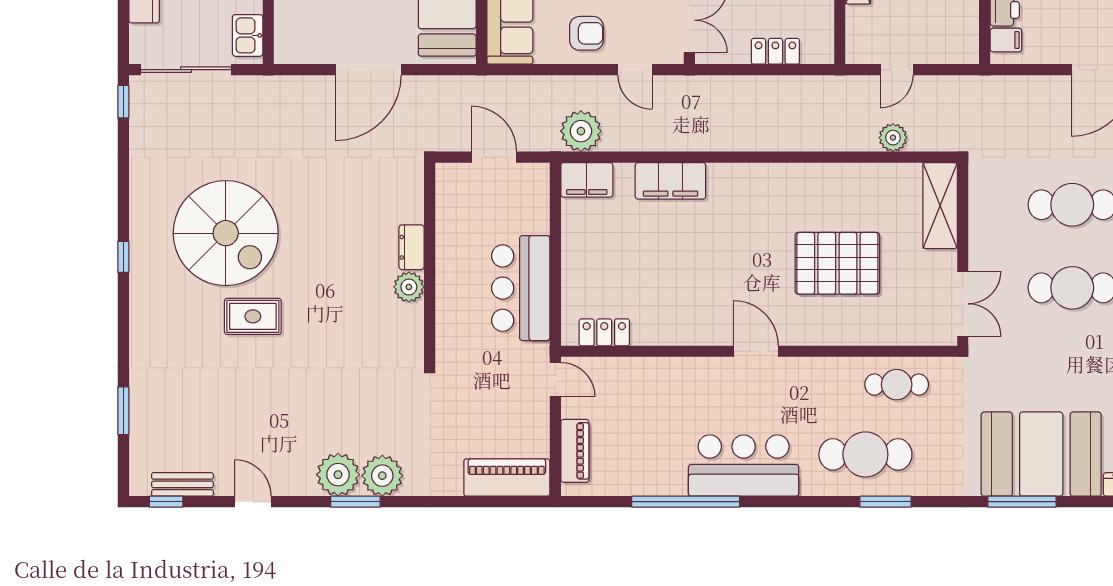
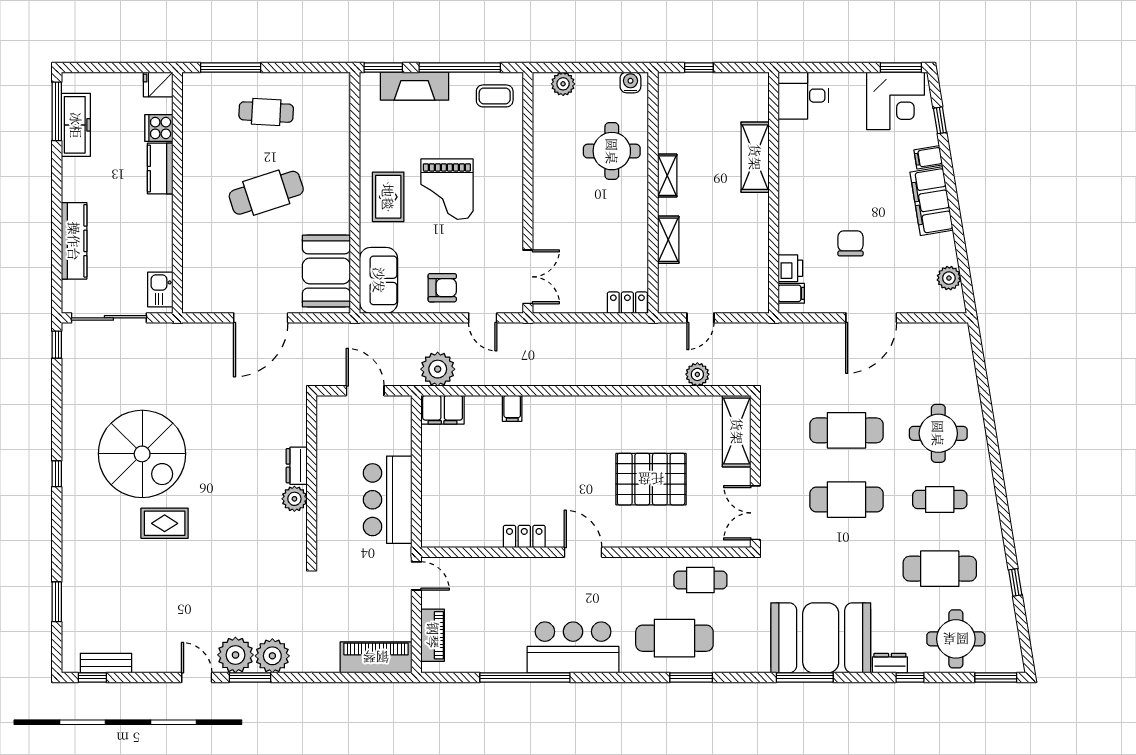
locker: (775, 51) -> (627, 303), moved
filing cabinet: (670, 181) -> (512, 408), width x0.33, depth x0.86
double door: (963, 304) -> (755, 513), swing flipped
locker: (604, 332) -> (524, 537), moved
door: (253, 502) -> (197, 677), moved

